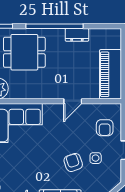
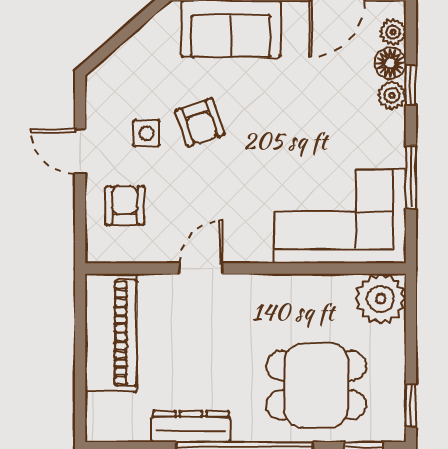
dresser: (77, 35) -> (191, 427), width x1.44

